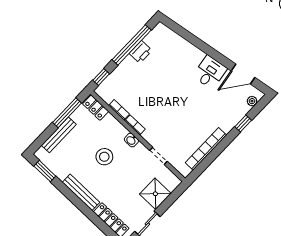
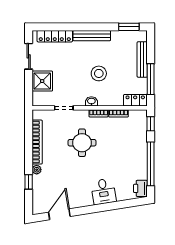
printer: (141, 52) -> (140, 188), moved
desk: (210, 72) -> (103, 191), moved
plant: (252, 101) -> (37, 170), moved
round table: (170, 114) -> (82, 143), added

